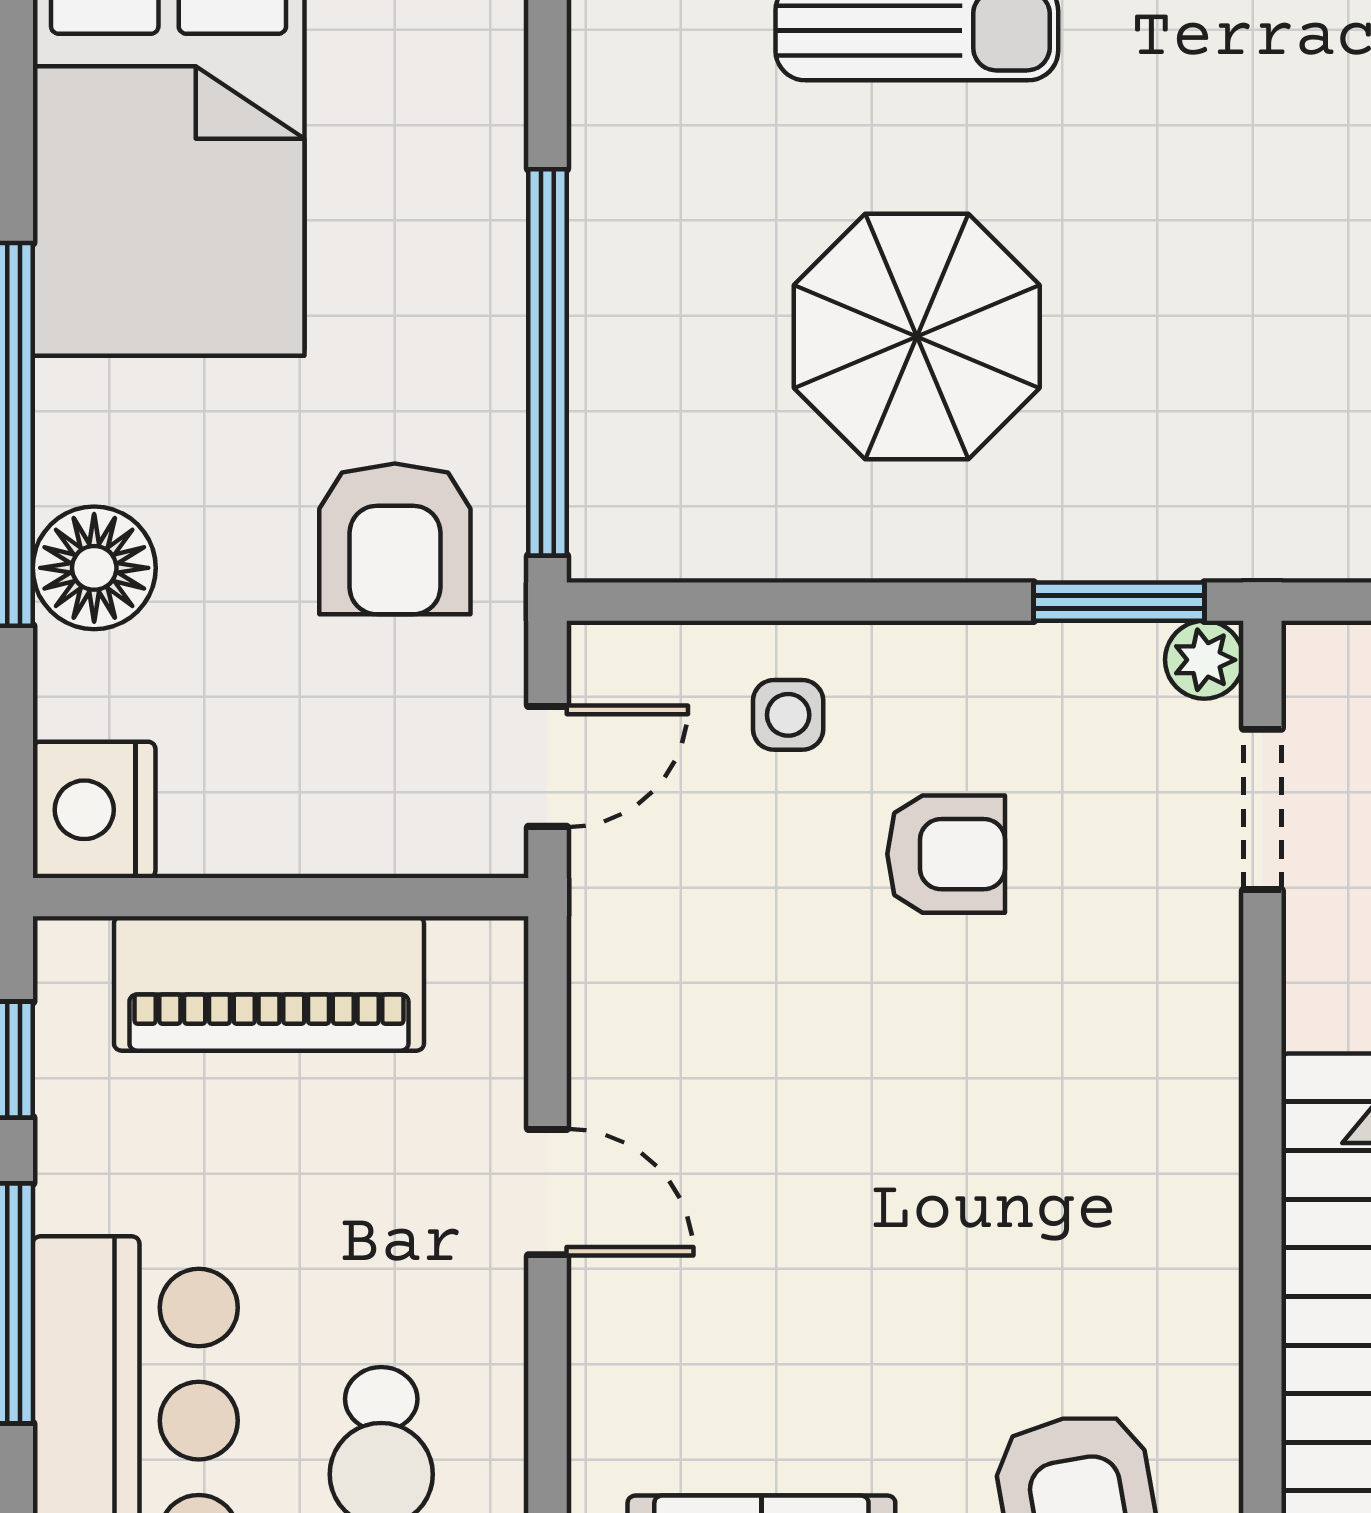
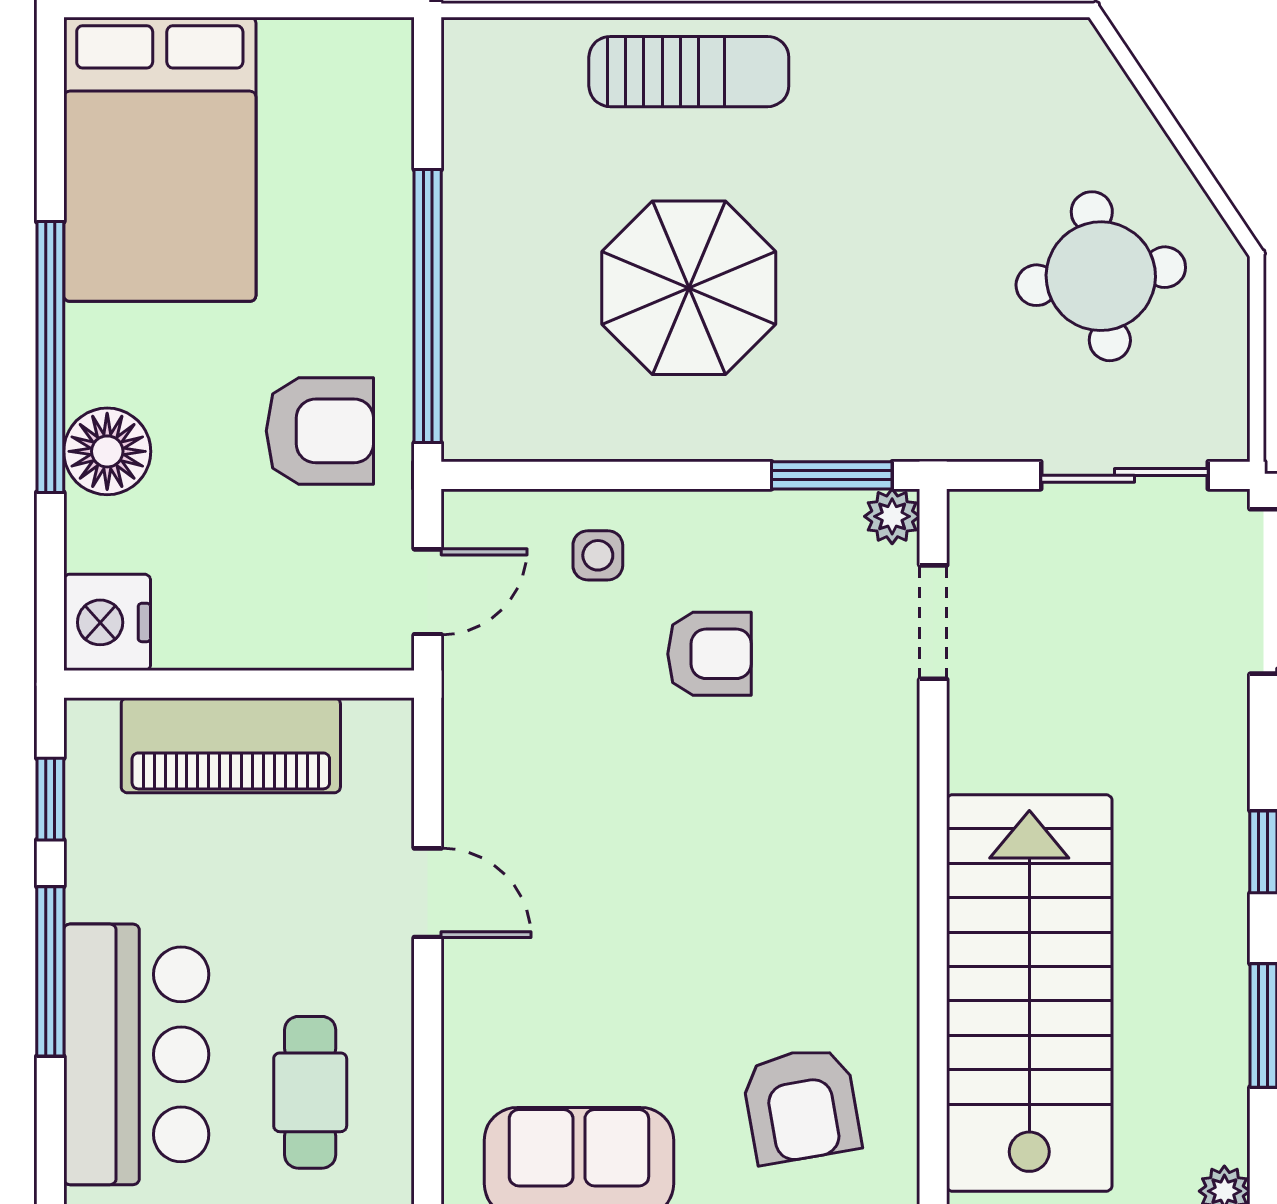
armchair: (395, 539) -> (320, 431), turned -90

